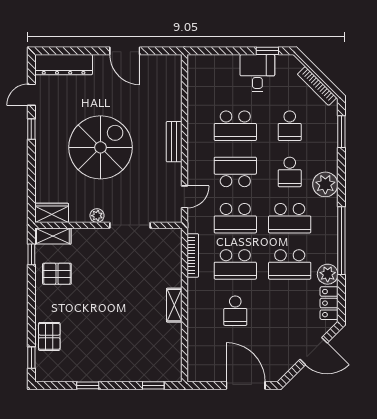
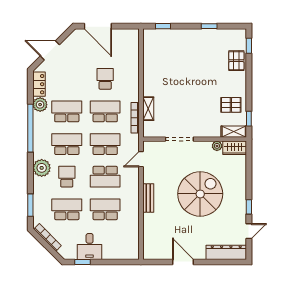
school desk: (290, 126) -> (67, 209), width x1.85
spiral stairs: (101, 147) -> (200, 194), turned 180
plant: (97, 216) -> (217, 146), moved
shelving: (174, 305) -> (148, 109), moved

